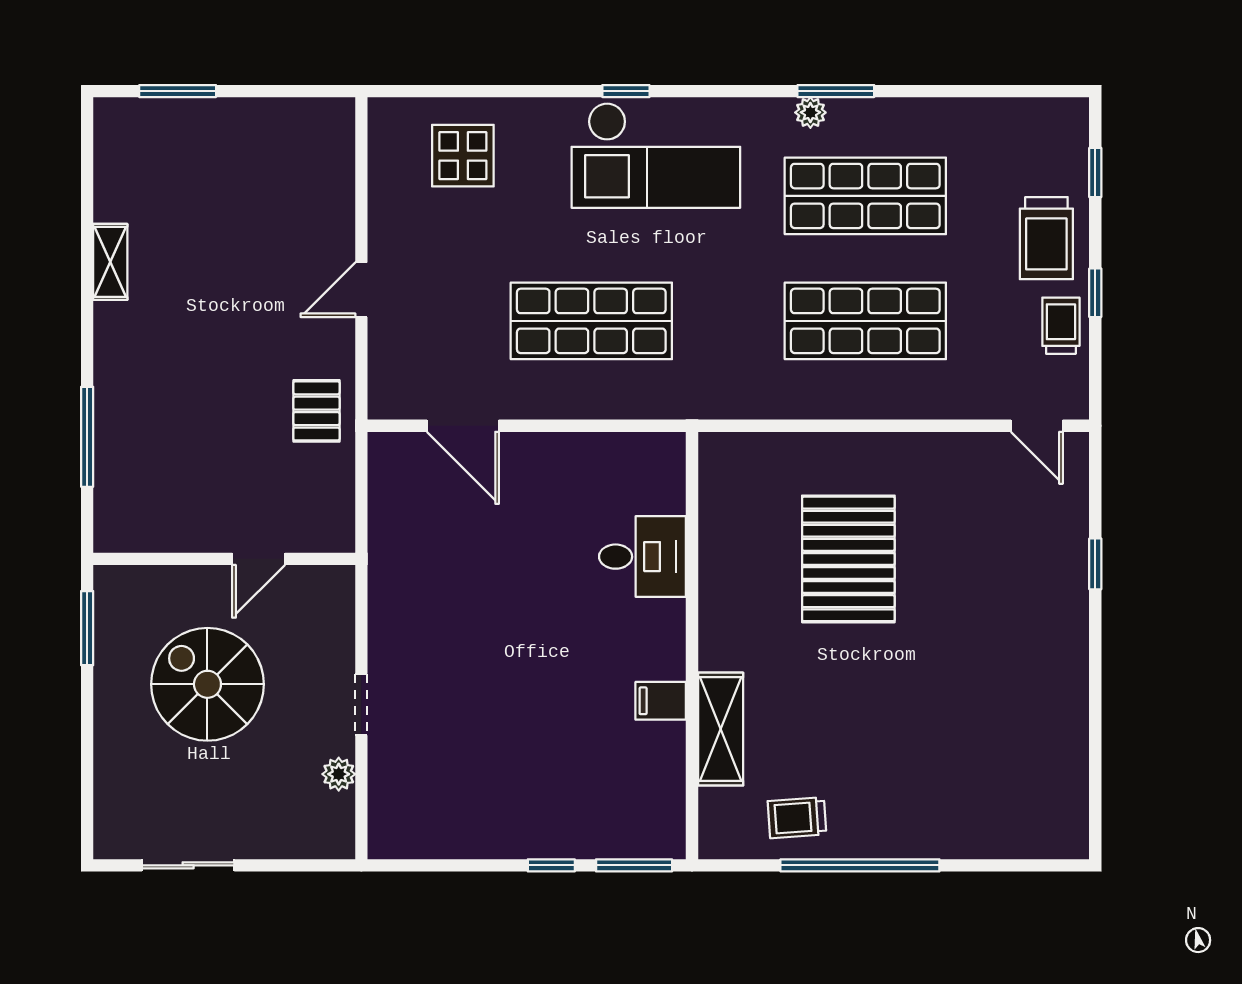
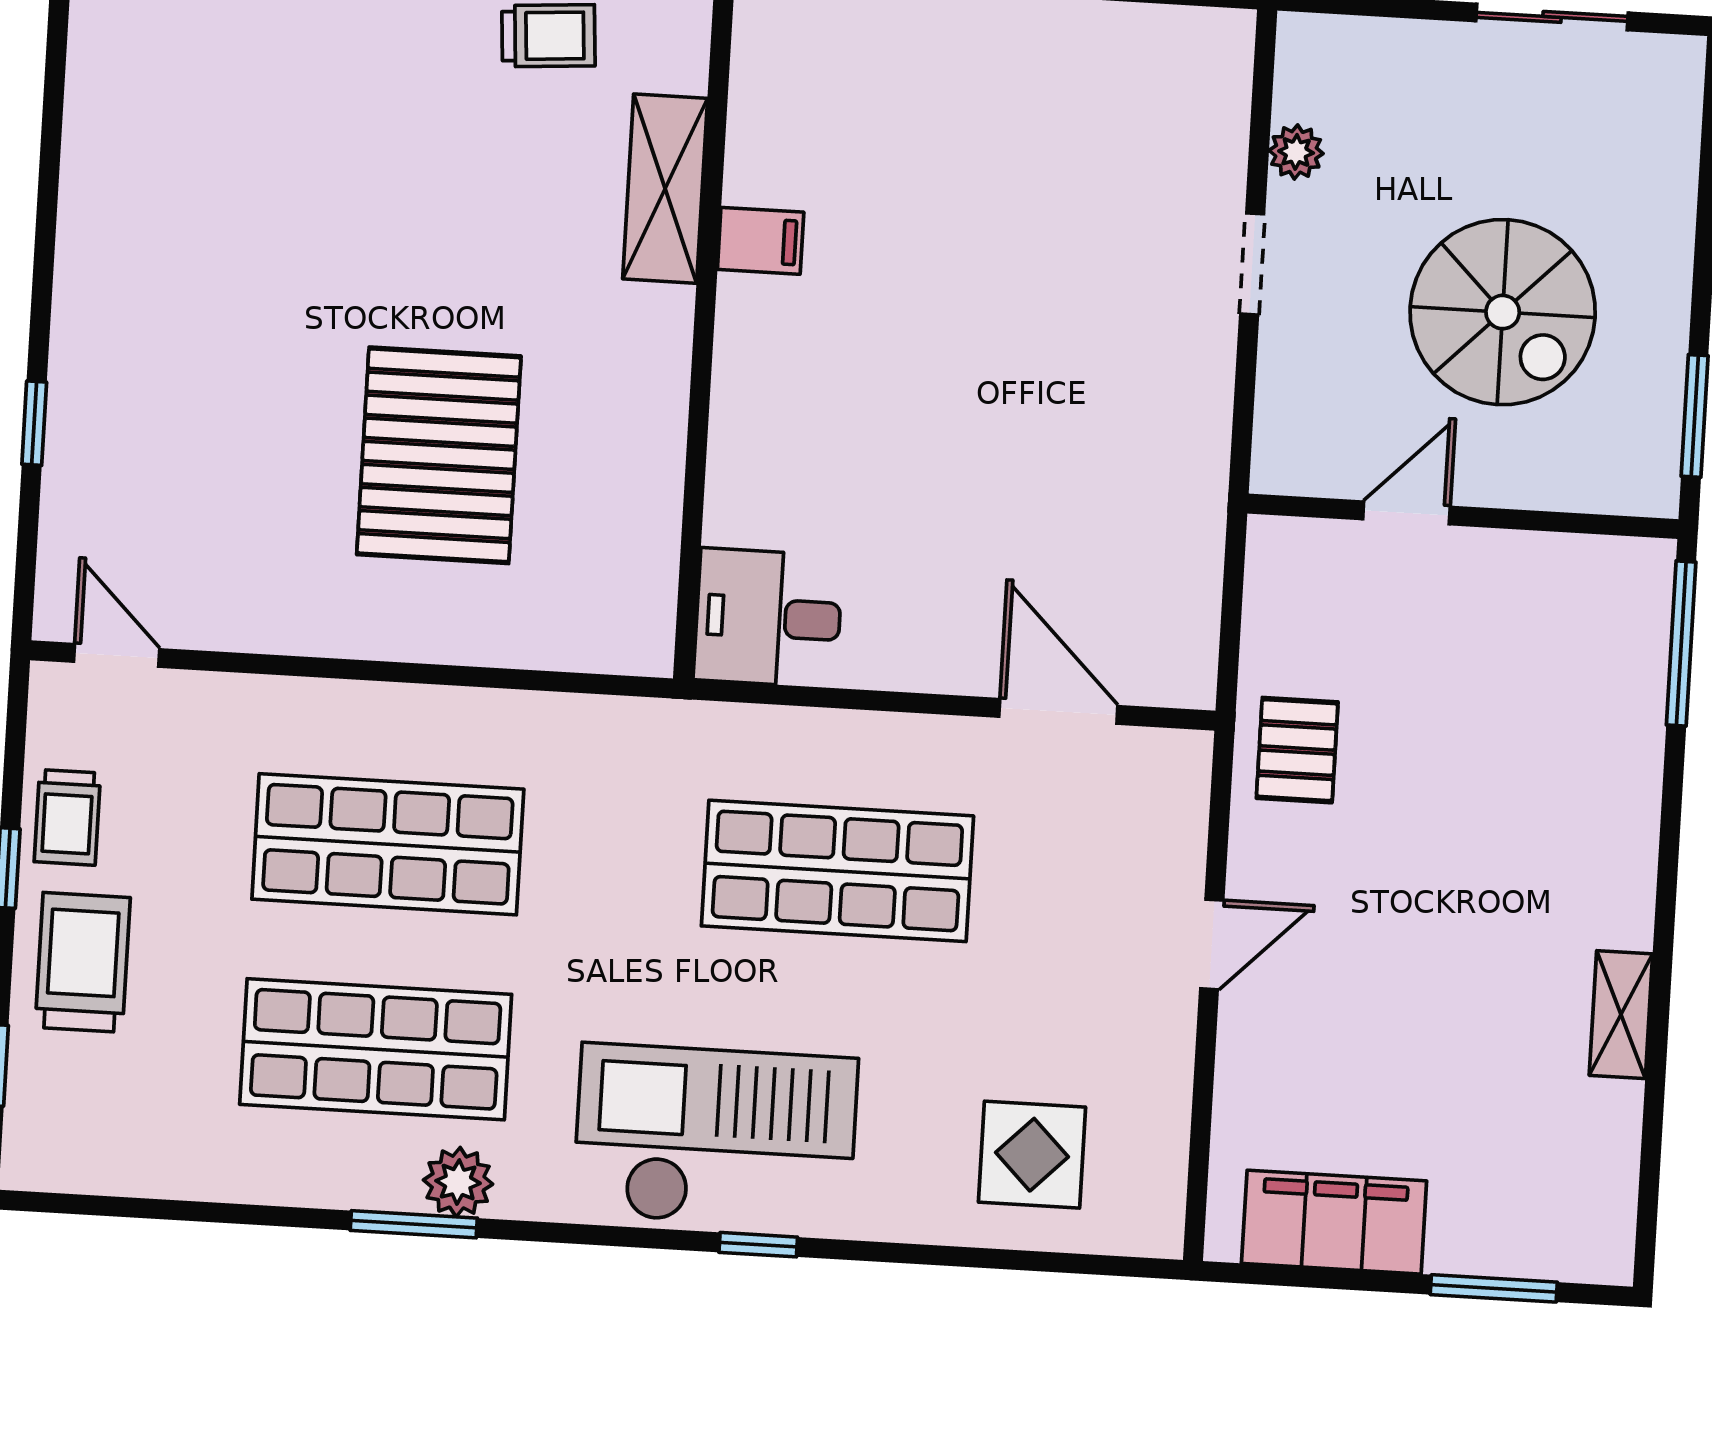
plant: (810, 112) -> (458, 1182), width x1.38, depth x1.38
filing cabinet: (277, 125) -> (1334, 1222), added
window: (87, 437) -> (1681, 643), moved
desk: (642, 557) -> (768, 618), moved

